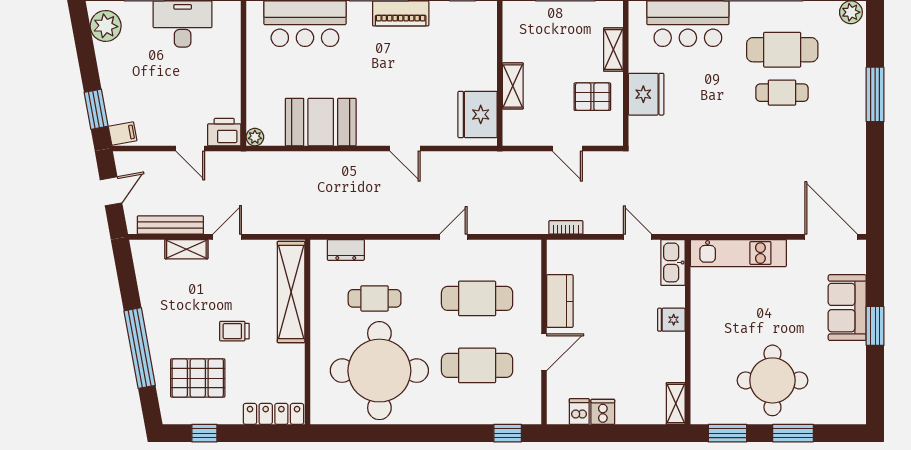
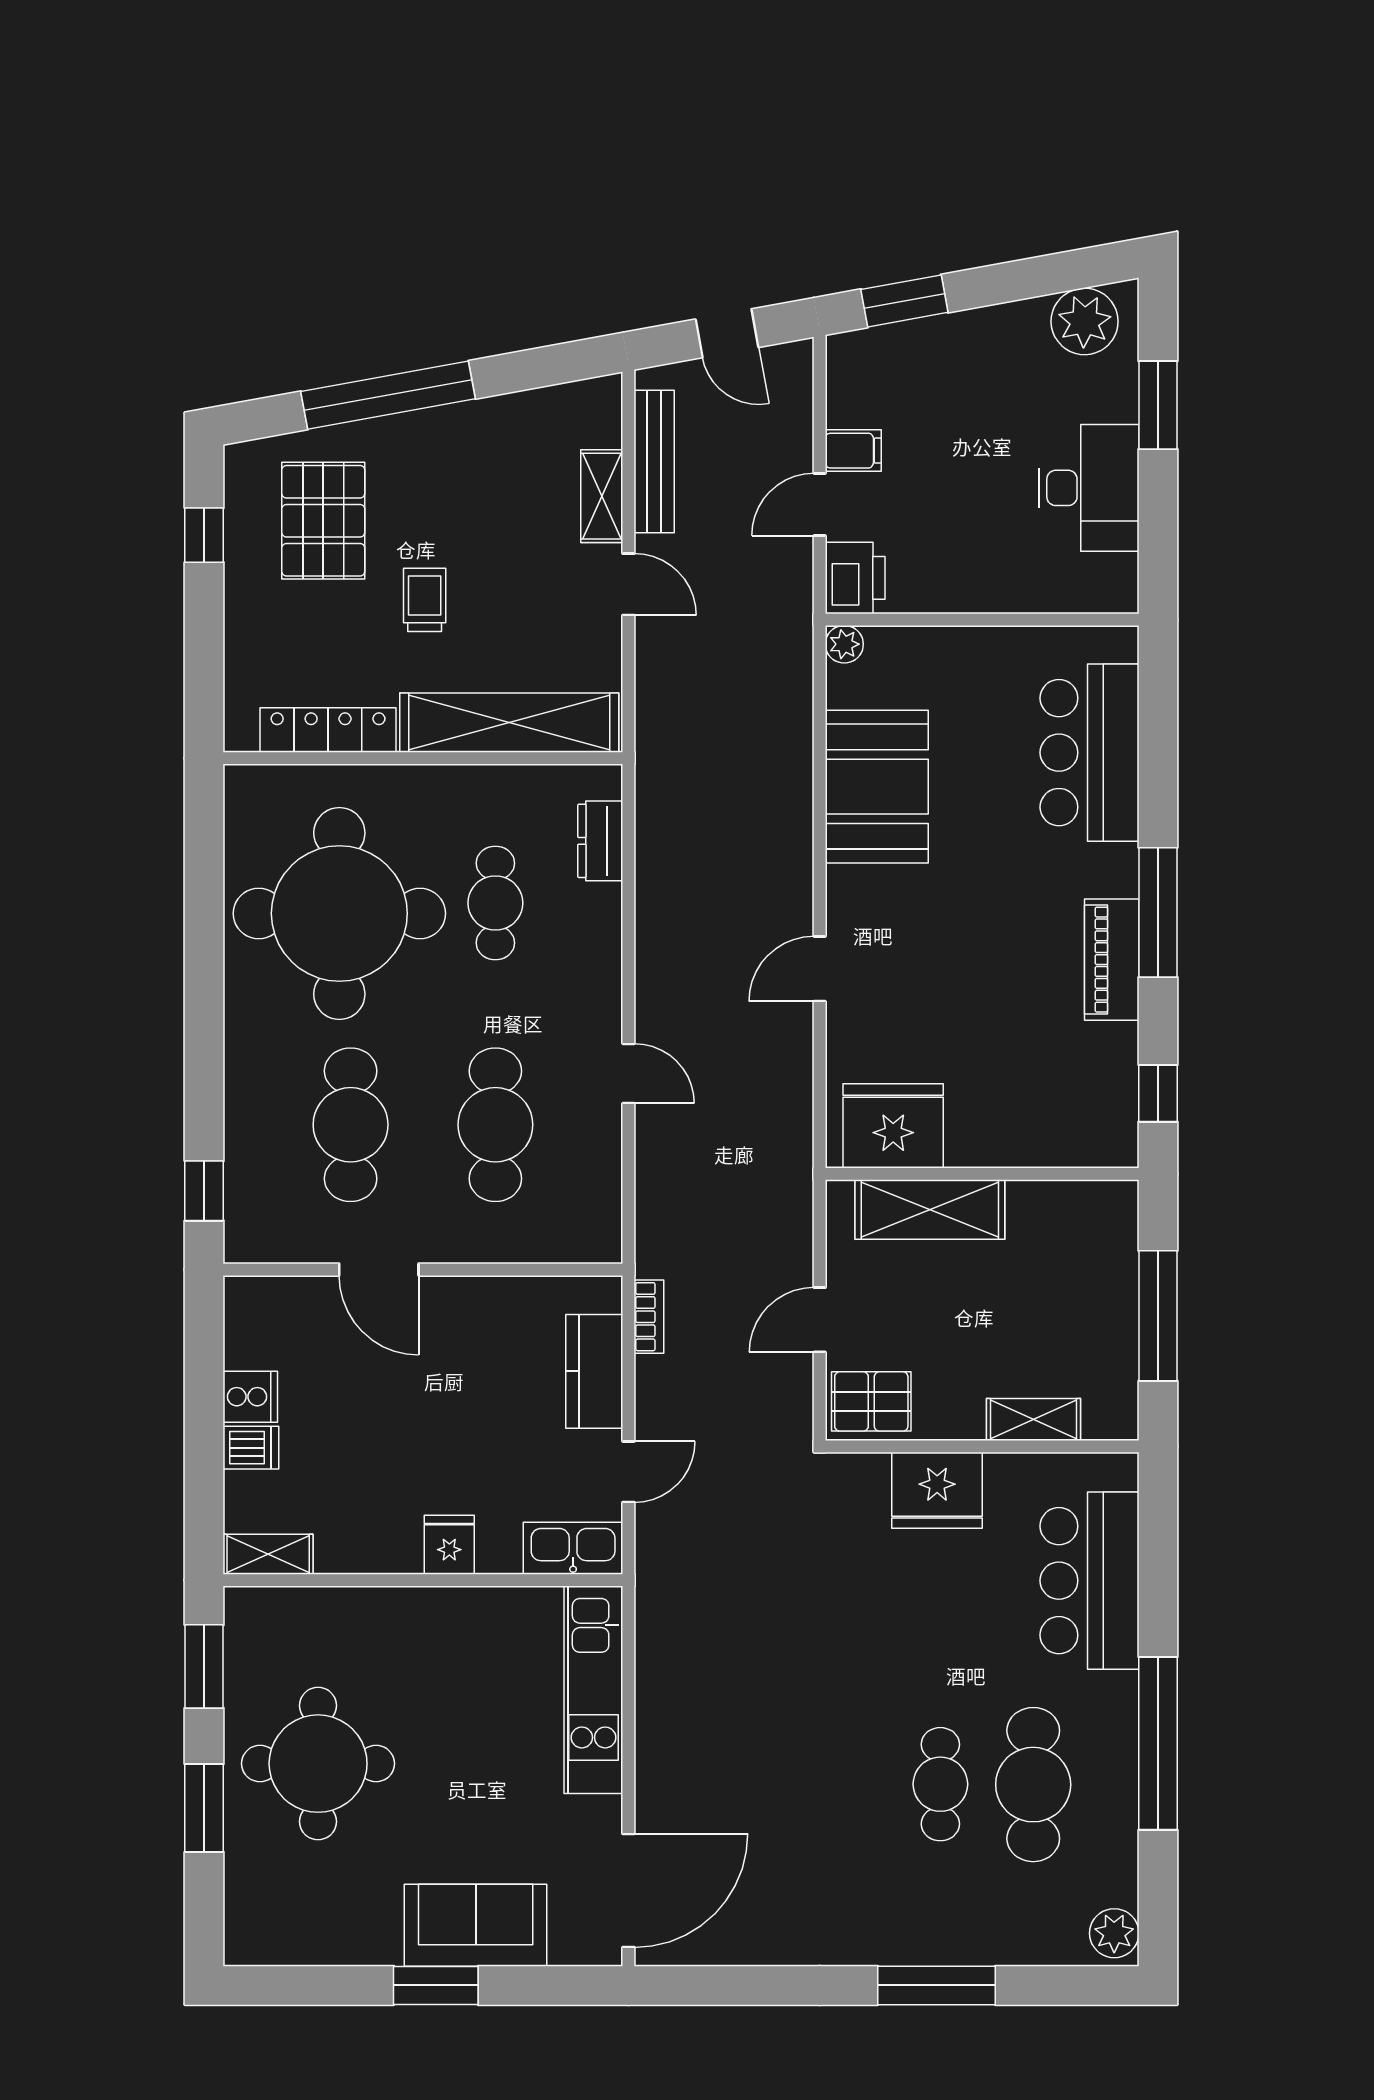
shelving: (513, 86) -> (930, 1210), width x1.50, depth x1.33
pallet: (592, 97) -> (871, 1401), moved, turned 90
filing cabinet: (123, 134) -> (853, 451), moved, turned -80
kitchen counter: (560, 301) -> (594, 1371), moved, turned 90
dishwasher: (579, 411) -> (251, 1448), moved
locker: (274, 414) -> (328, 730), moved, turned -90

